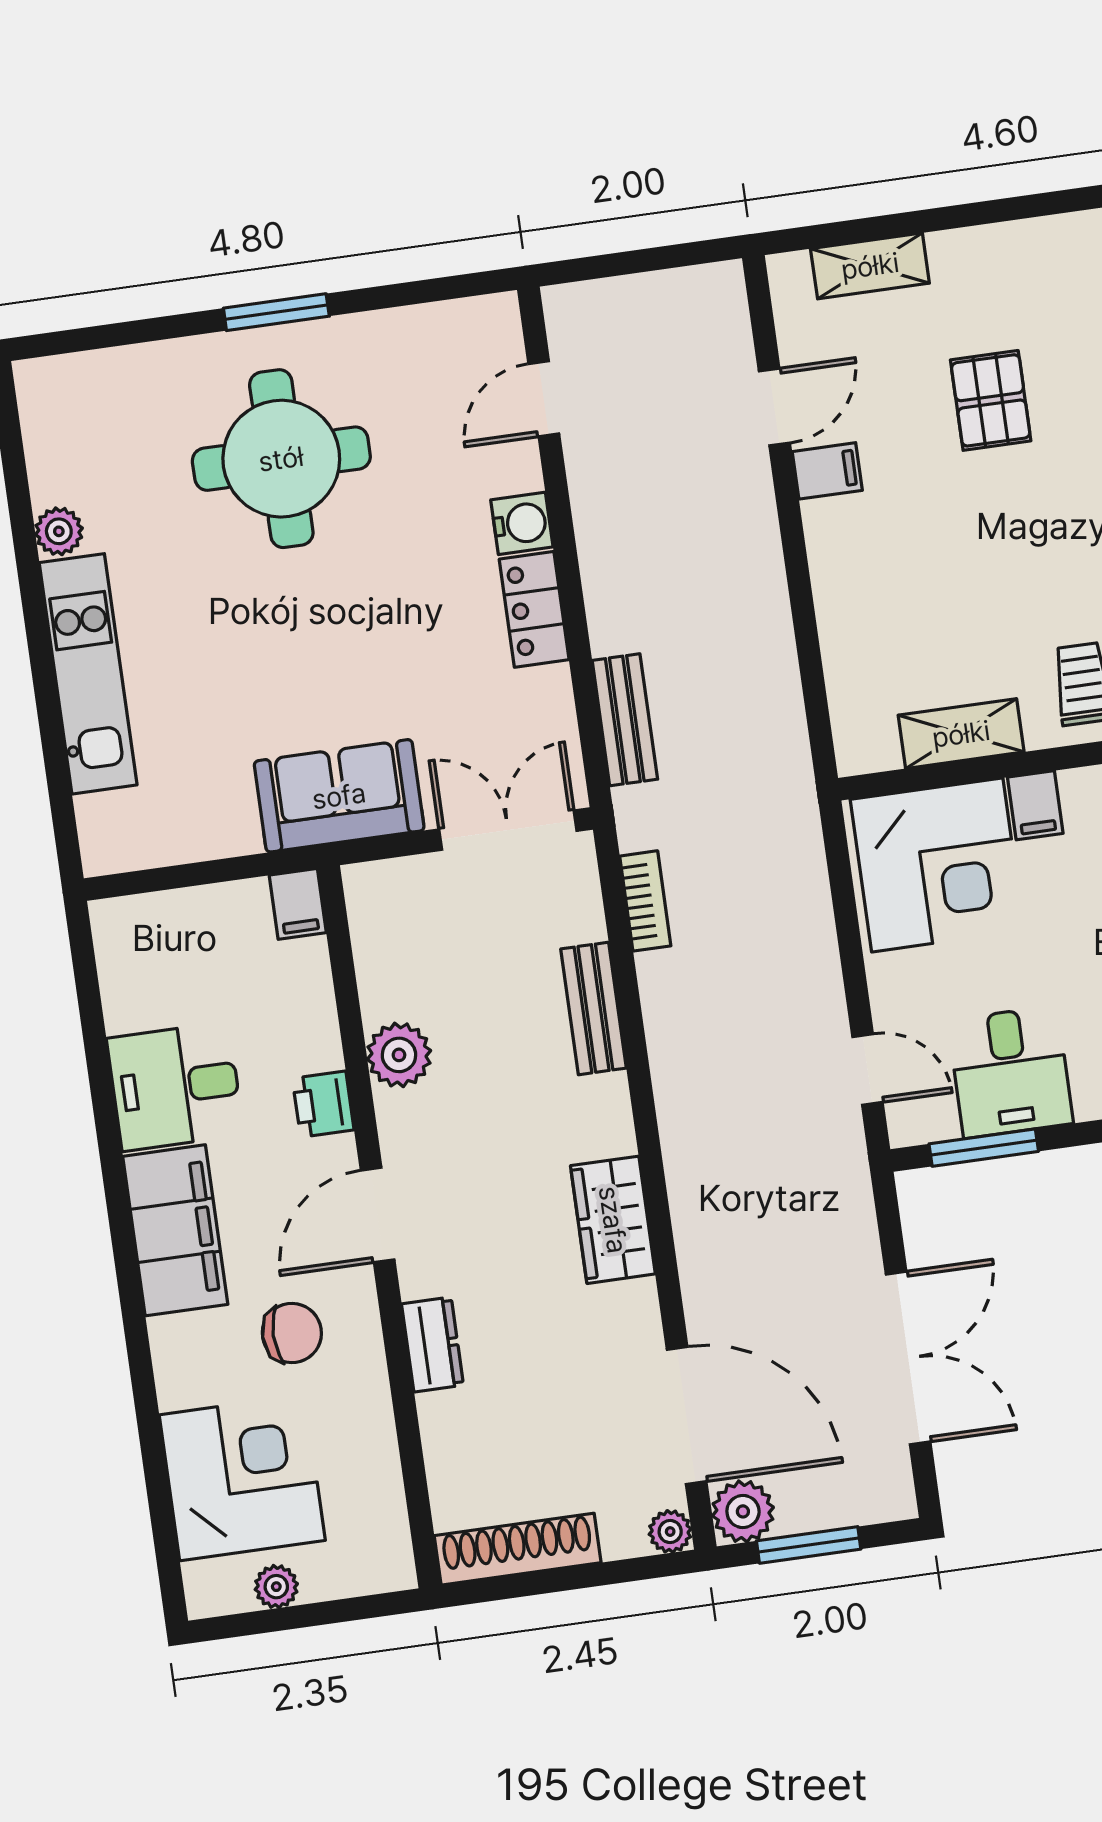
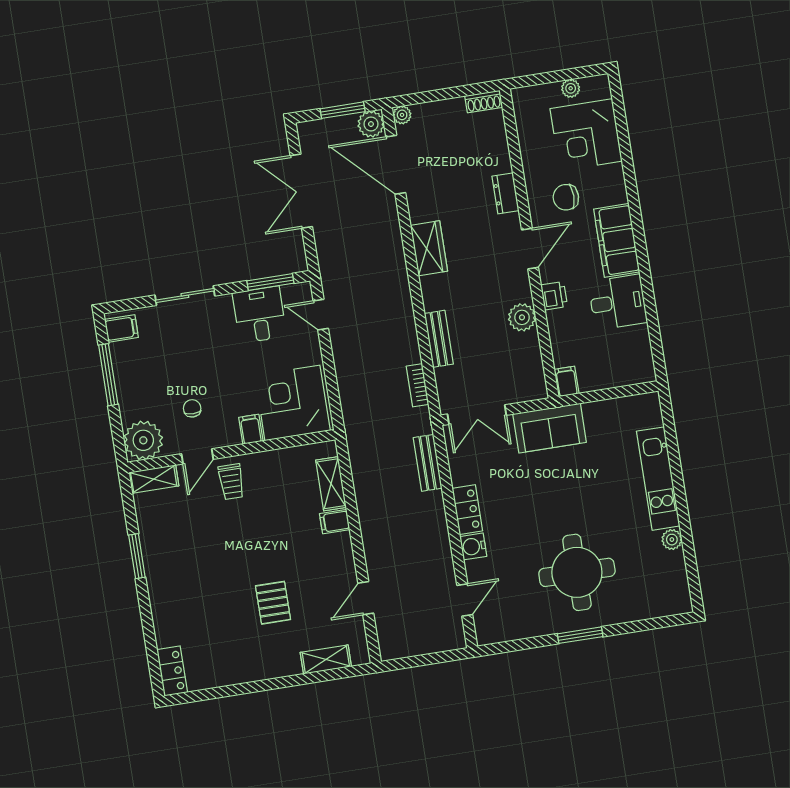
filing cabinet: (827, 471) -> (335, 522), moved
shelving: (961, 734) -> (331, 484), moved, turned 90
shoe rack: (518, 1549) -> (484, 102), width x0.51, depth x0.81

